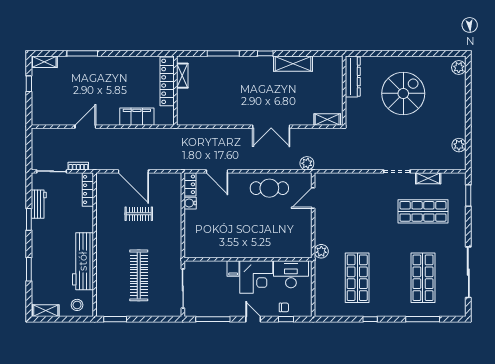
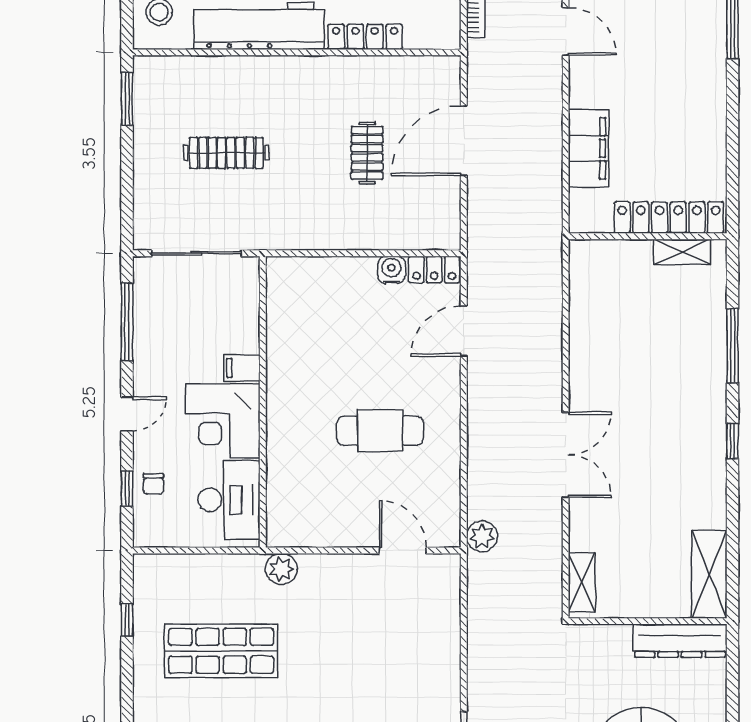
shelving: (293, 64) -> (709, 574), moved
double door: (271, 127) -> (566, 455), swing flipped
cafe table: (269, 188) -> (380, 431), moved, turned 90
locker: (88, 190) -> (365, 37), moved
clothes rail: (139, 275) -> (226, 153), width x0.73, depth x0.76
window: (370, 319) -> (127, 620), moved

